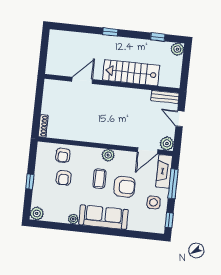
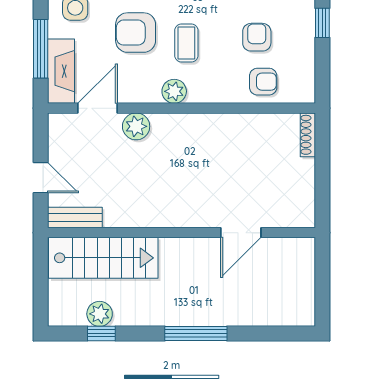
window: (110, 32) -> (196, 333), width x2.17
plant: (177, 49) -> (100, 314), moved
stairs: (131, 73) -> (103, 258), moved
plant: (167, 143) -> (136, 126), moved
armchair: (63, 155) -> (263, 82), turned 90

